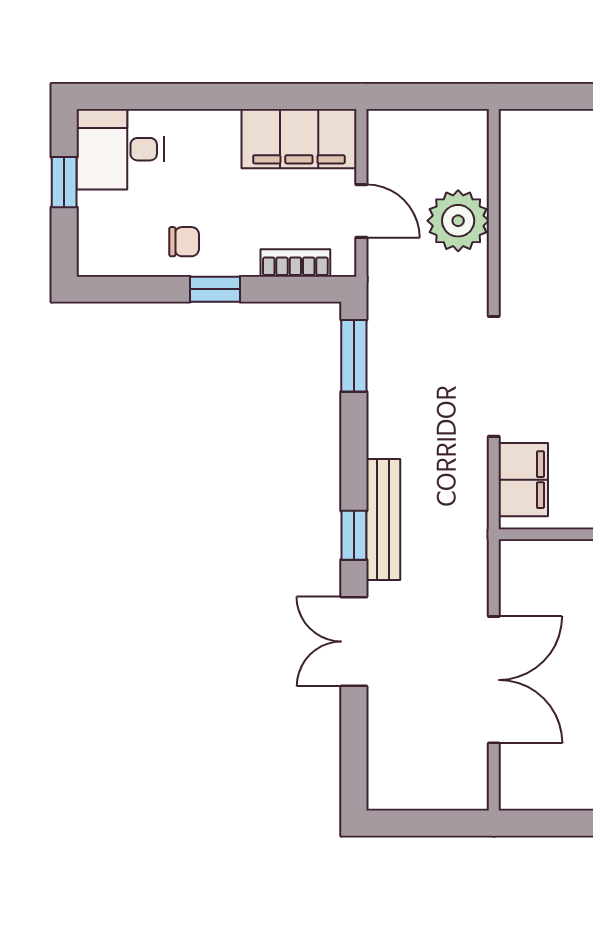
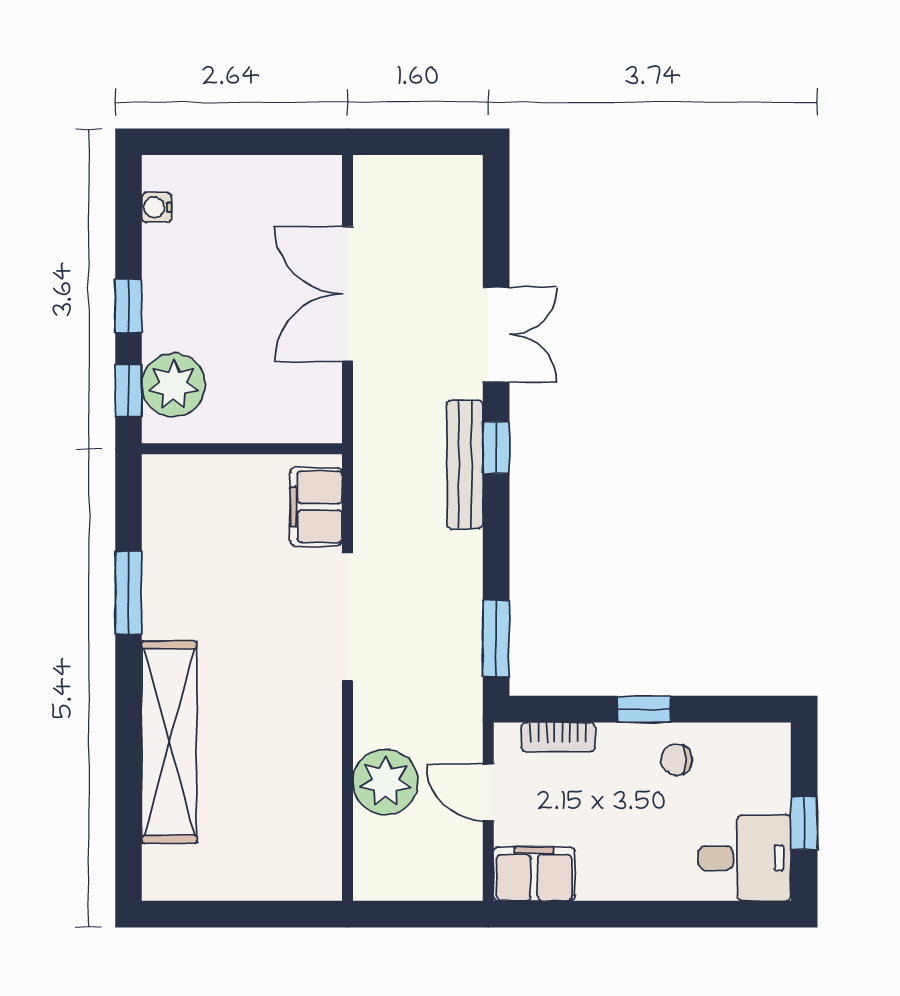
filing cabinet: (299, 139) -> (534, 874), width x0.67, depth x0.86

